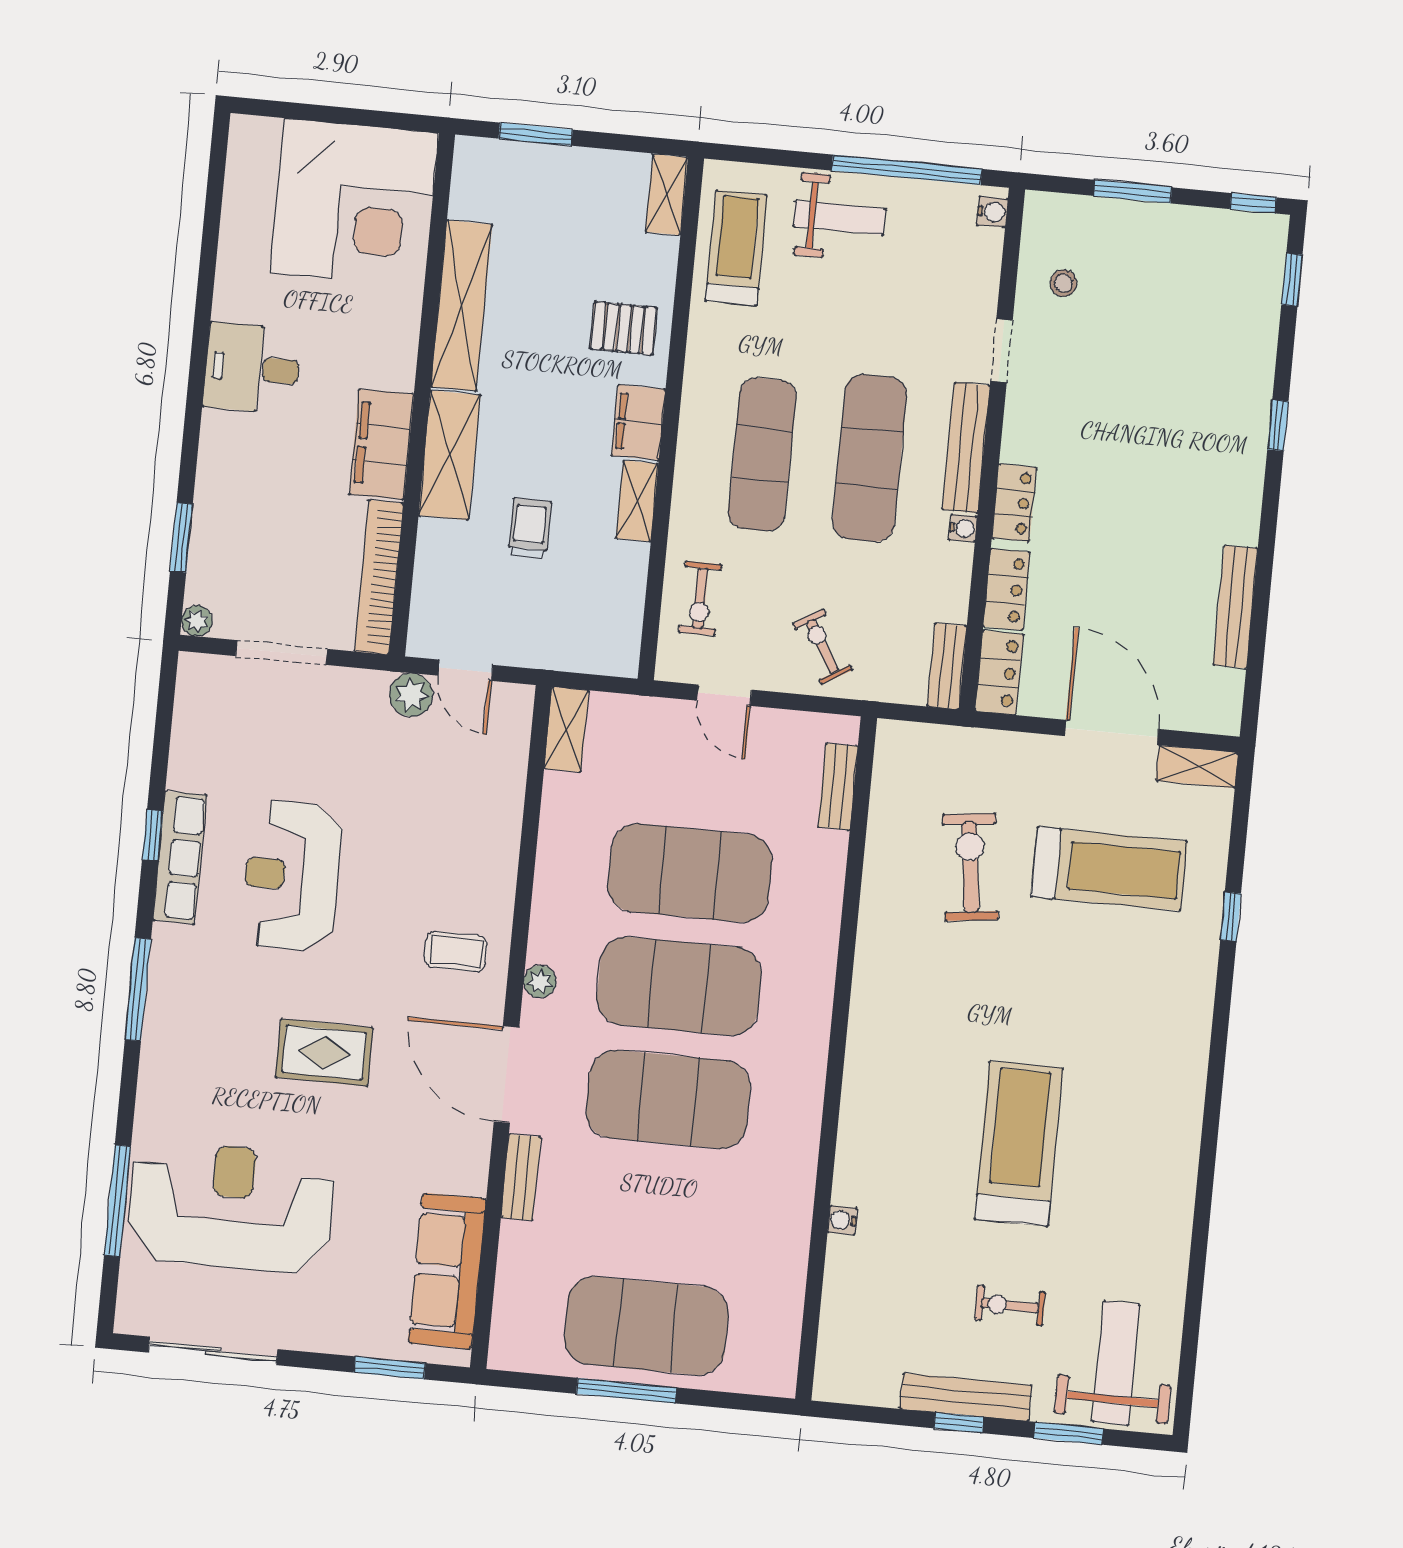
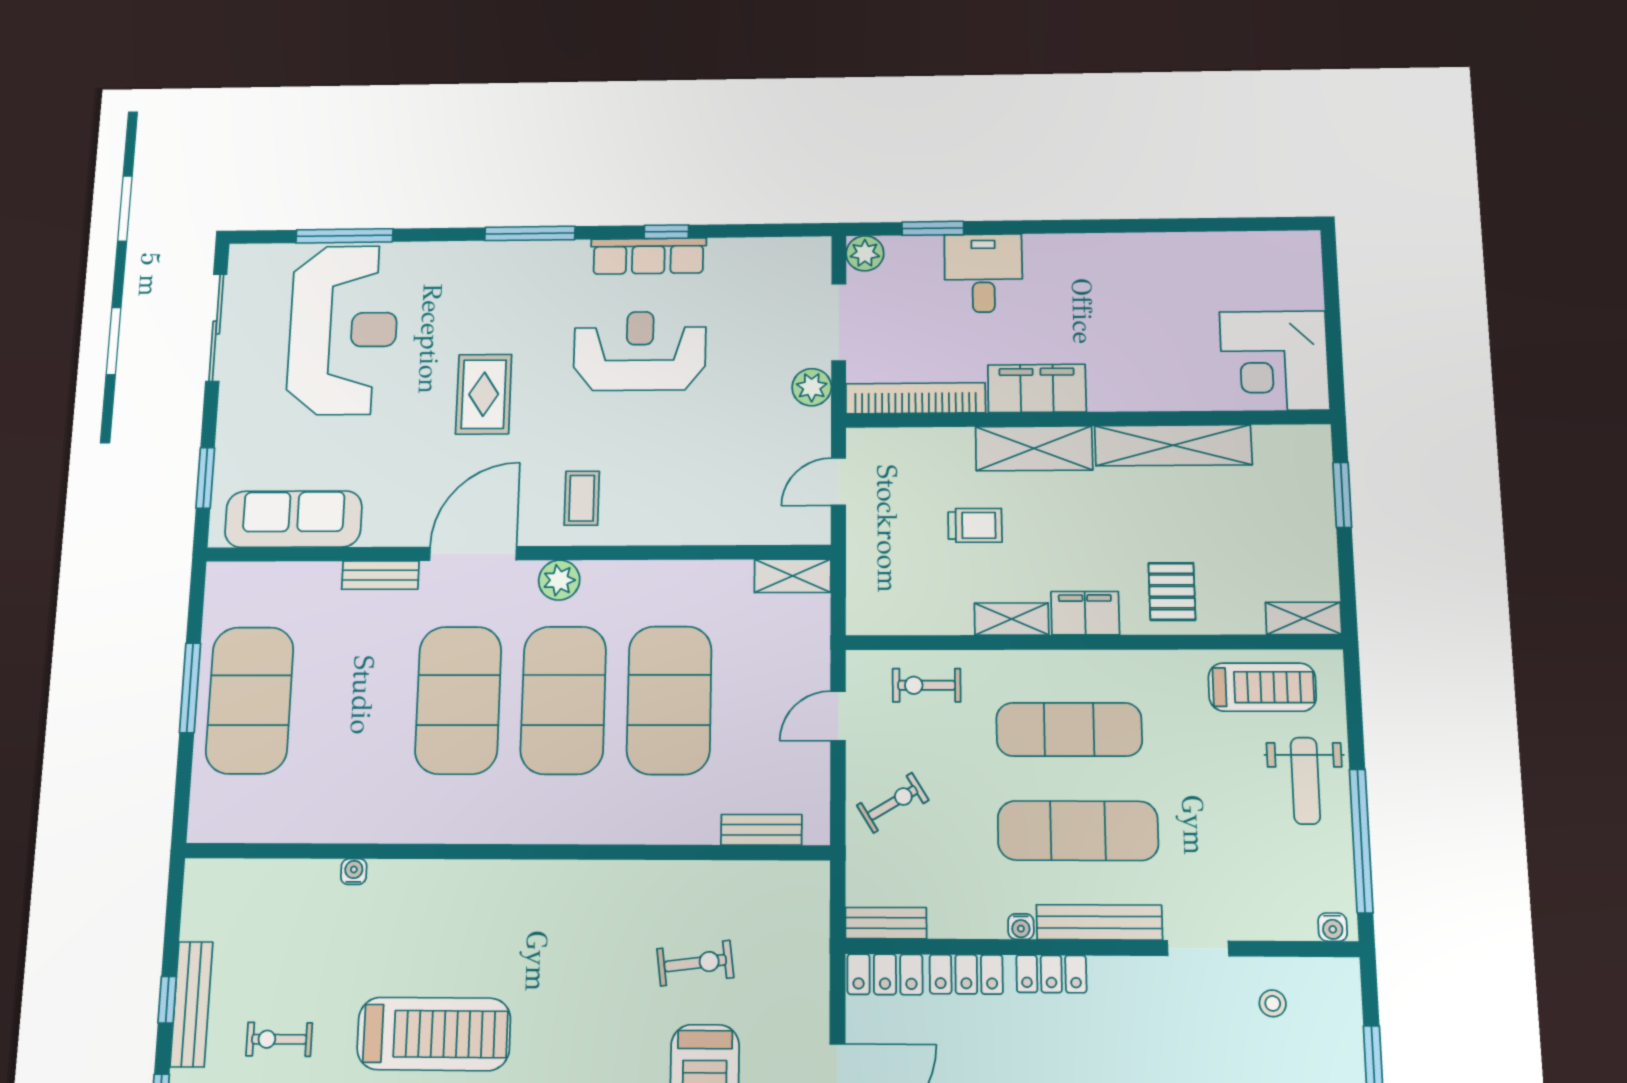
corner desk: (354, 203) -> (1274, 361), width x0.74, depth x0.74
desk: (252, 368) -> (983, 273), moved
plant: (197, 621) -> (865, 253), width x1.38, depth x1.38
plant: (411, 695) -> (812, 387), moved
exercise bike: (970, 867) -> (695, 963), width x0.73, depth x0.72
plant: (540, 982) -> (559, 580), width x1.38, depth x1.38
exercise bike: (1010, 1306) -> (279, 1039), turned -90

